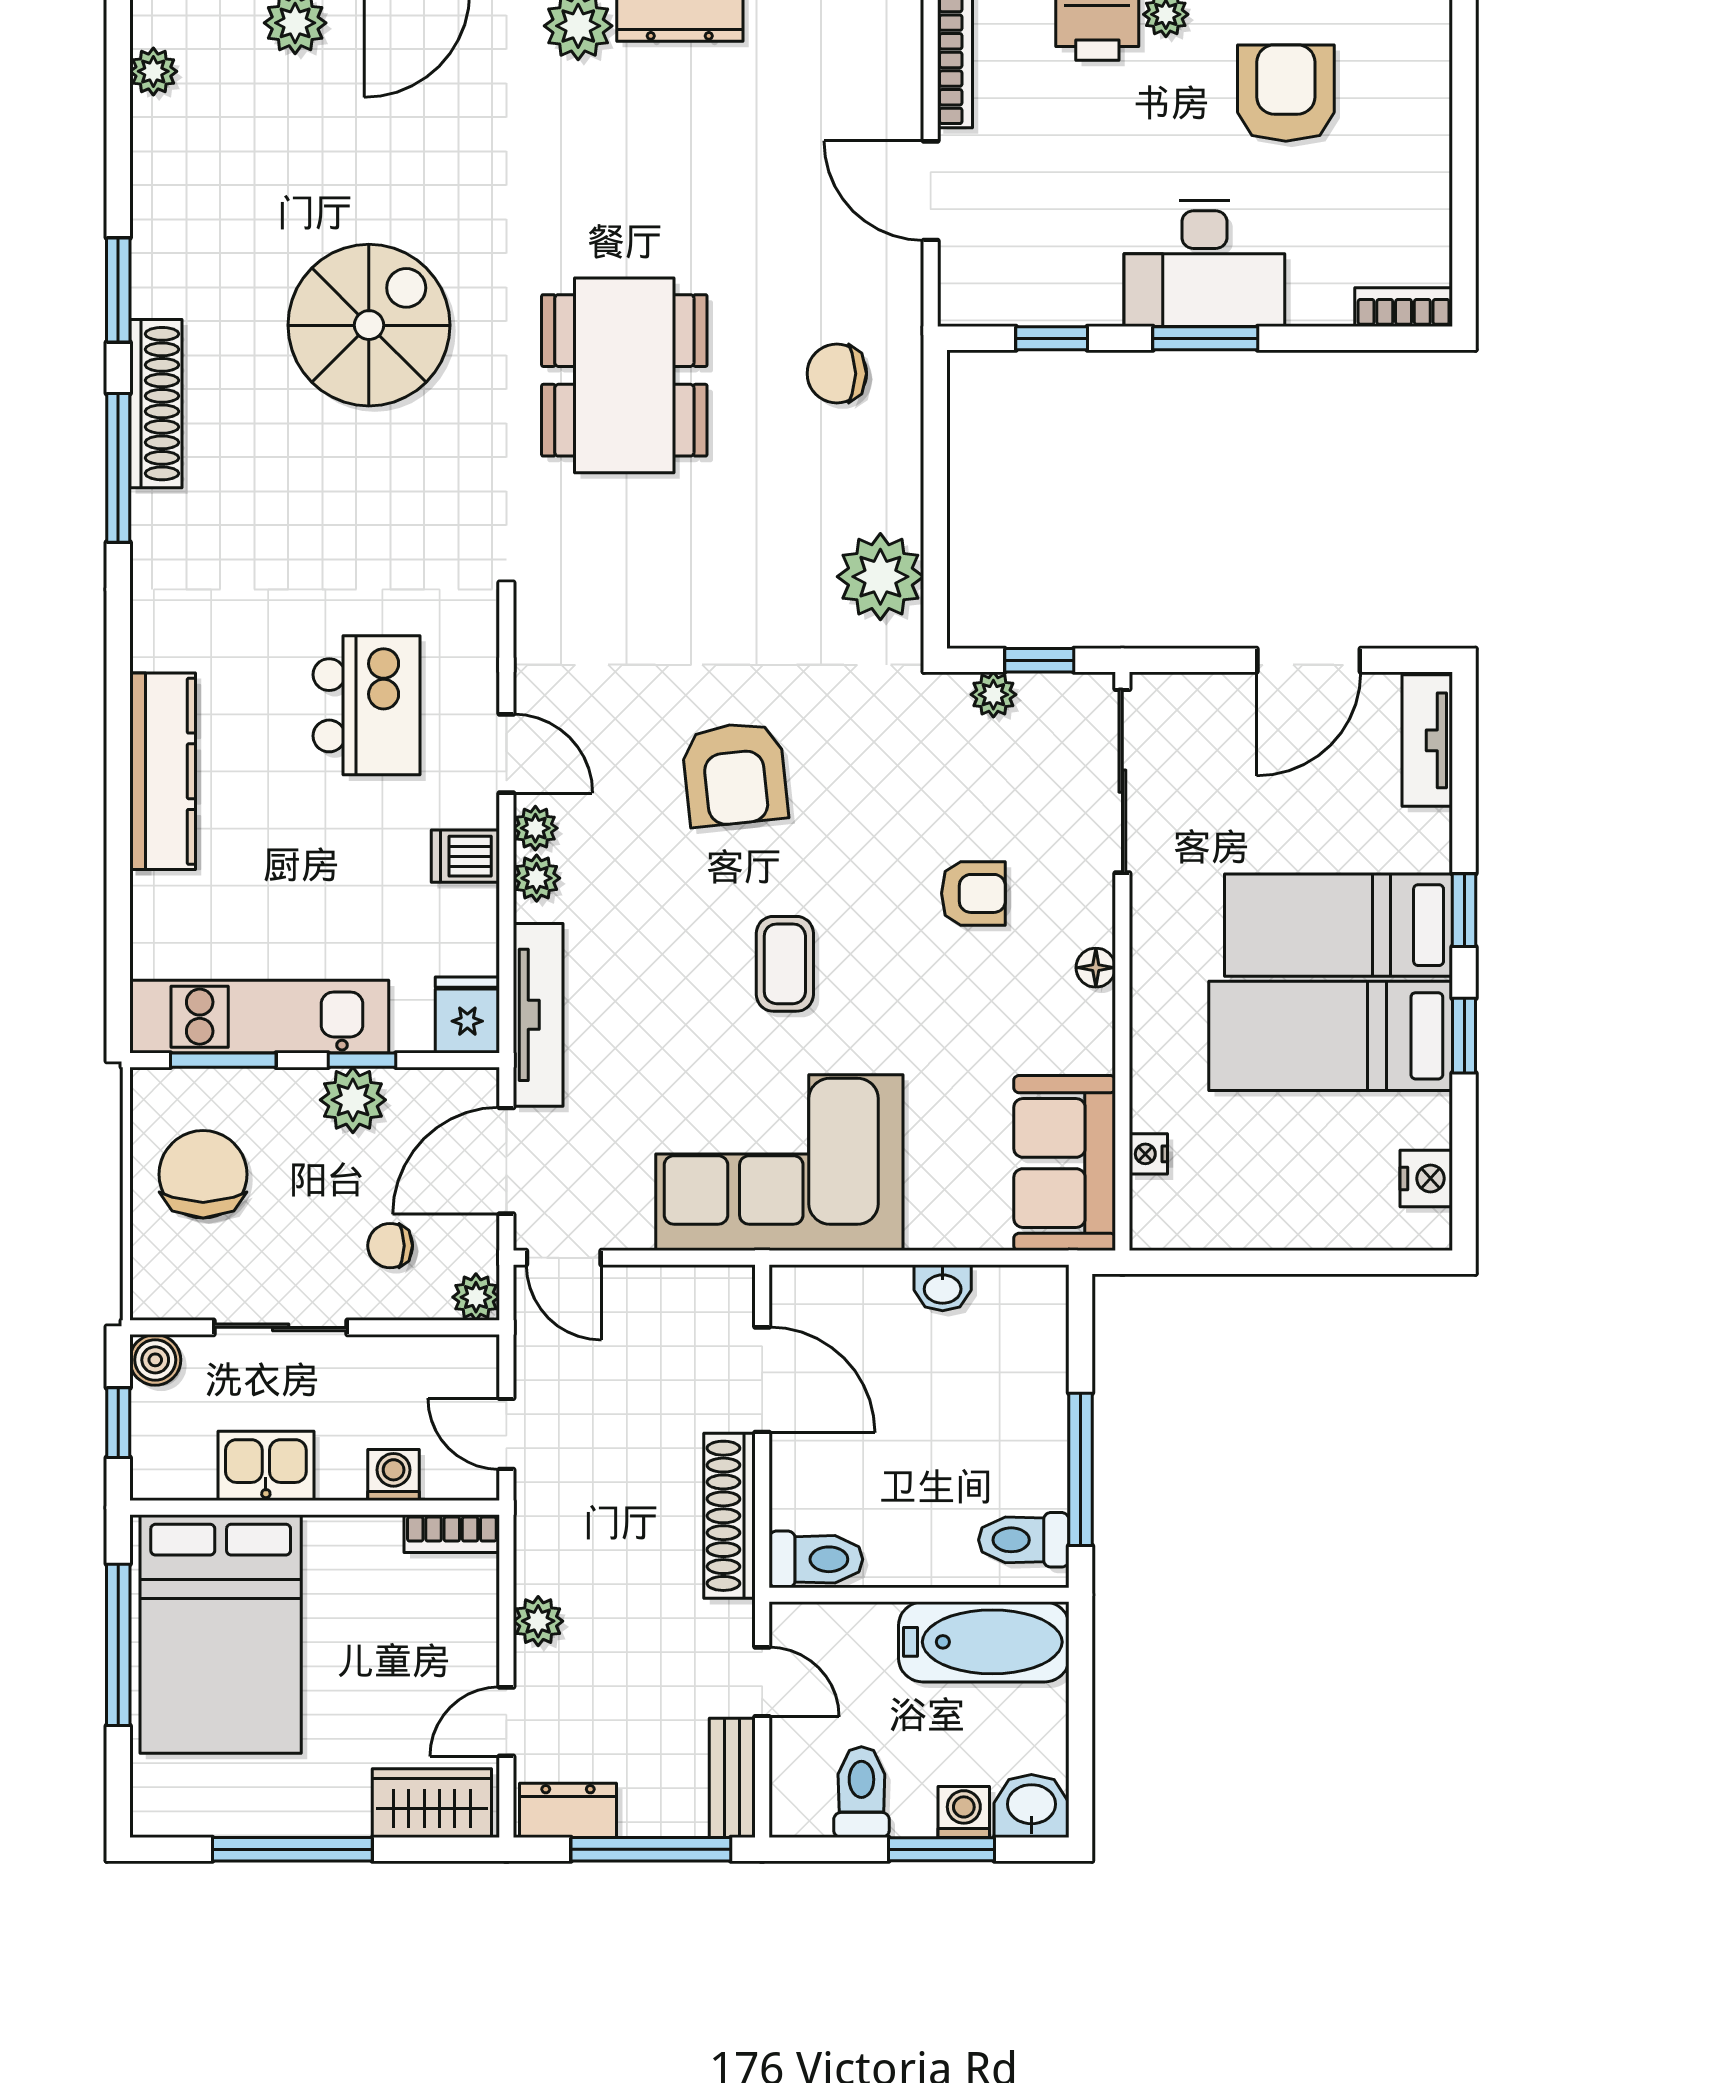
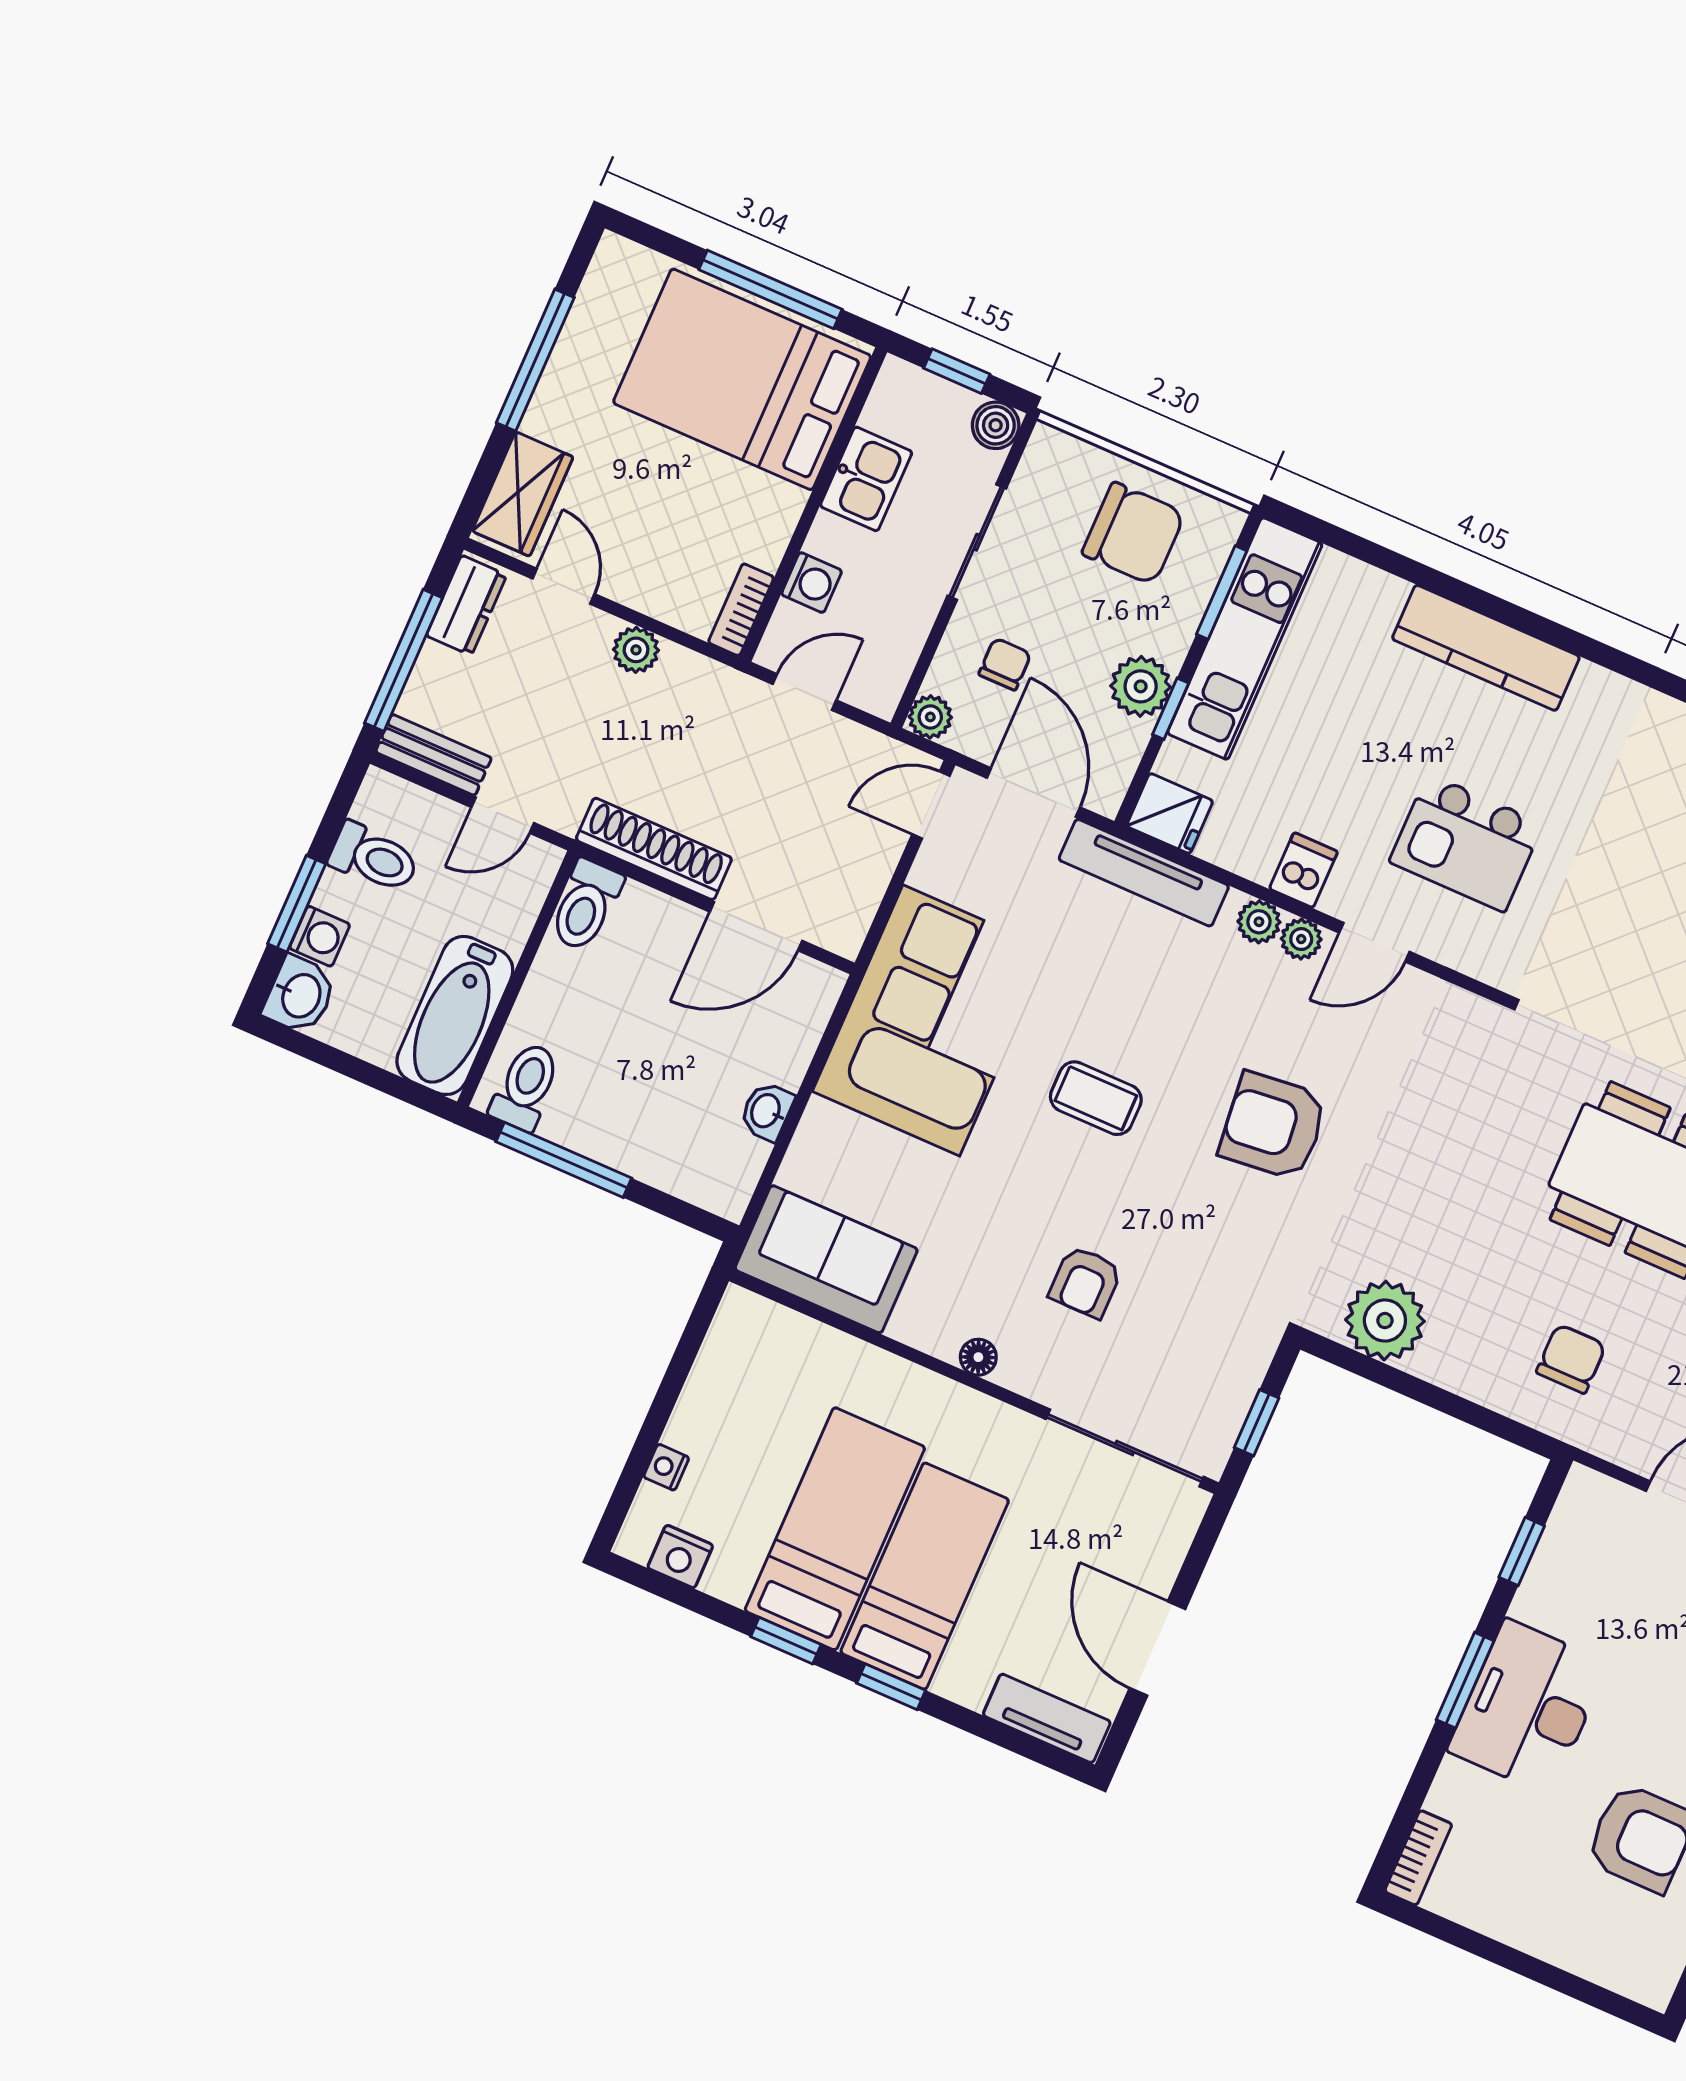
plant: (993, 695) -> (1245, 1372), removed
nightstand: (1148, 1154) -> (666, 1467), moved, turned -90

